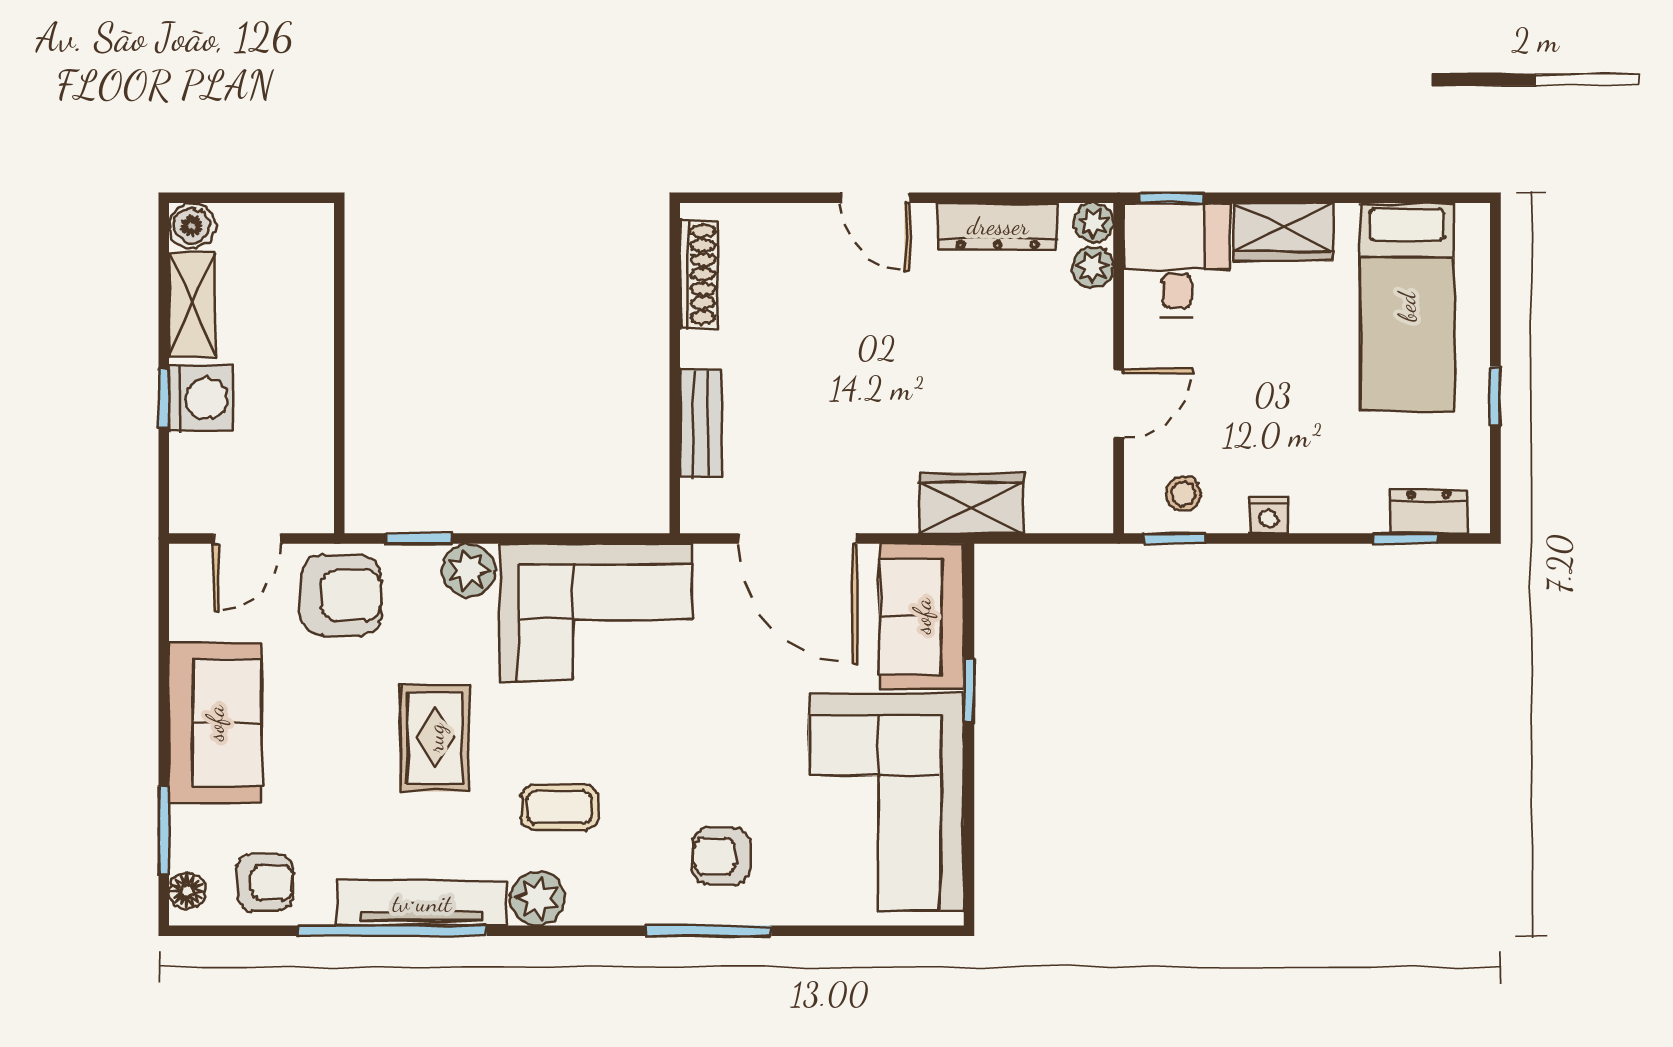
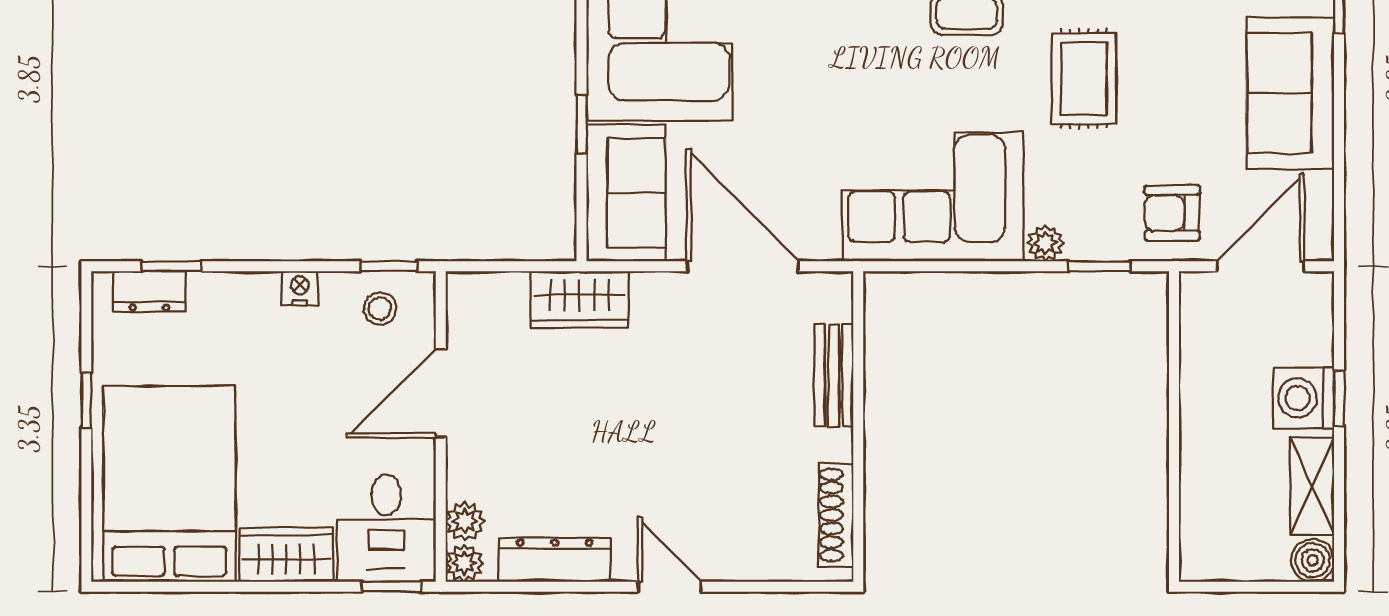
bed: (1407, 307) -> (169, 484), width x1.50
door: (1119, 403) -> (441, 393), width x1.38
door: (247, 538) -> (1260, 266), width x1.38
plant: (469, 570) -> (1045, 243), width x0.73, depth x0.73
armchair: (341, 595) -> (1172, 213), width x0.72, depth x0.72

